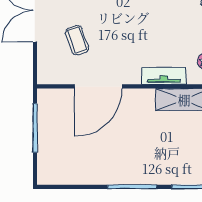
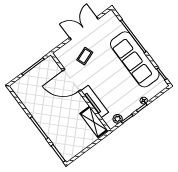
tv unit: (164, 76) -> (95, 102), width x1.41

